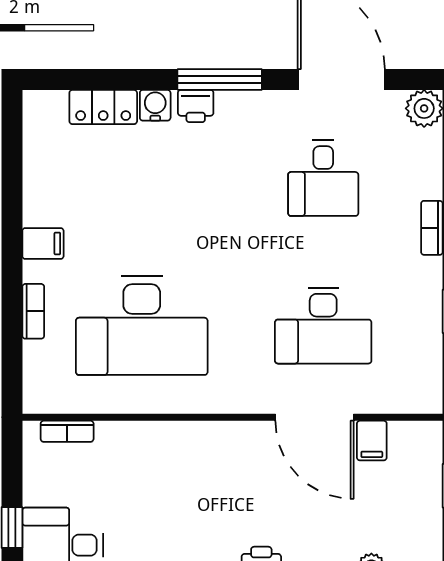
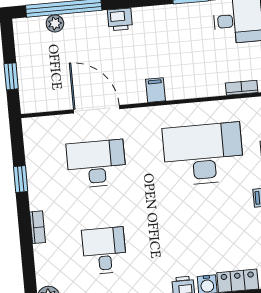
filing cabinet: (372, 441) -> (155, 90), moved

